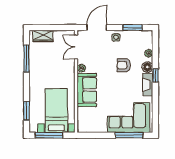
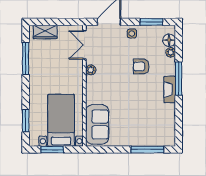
floor lamp: (147, 67) -> (169, 40), moved
window: (155, 75) -> (179, 79), width x2.17
sofa: (87, 90) -> (97, 124), moved
corner sofa: (129, 118) -> (147, 129), removed
window: (49, 135) -> (52, 150), width x0.69

